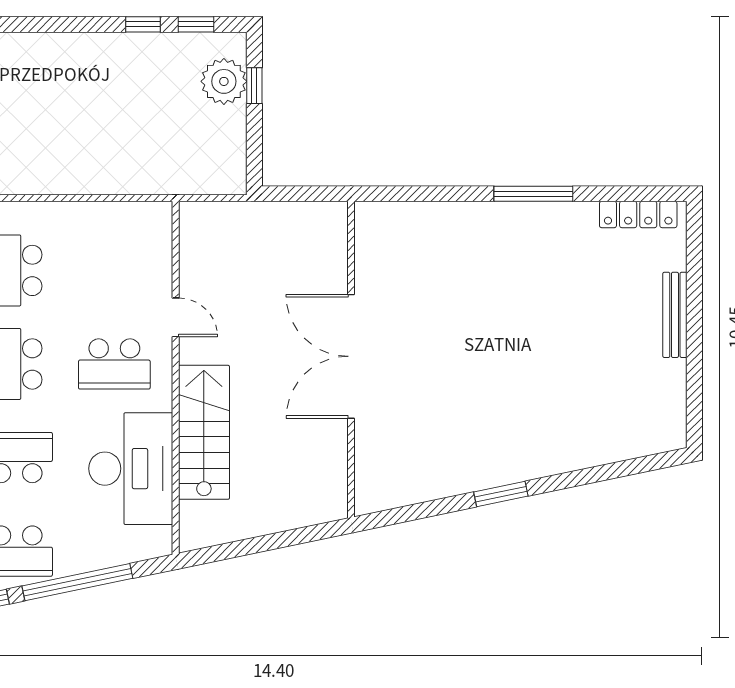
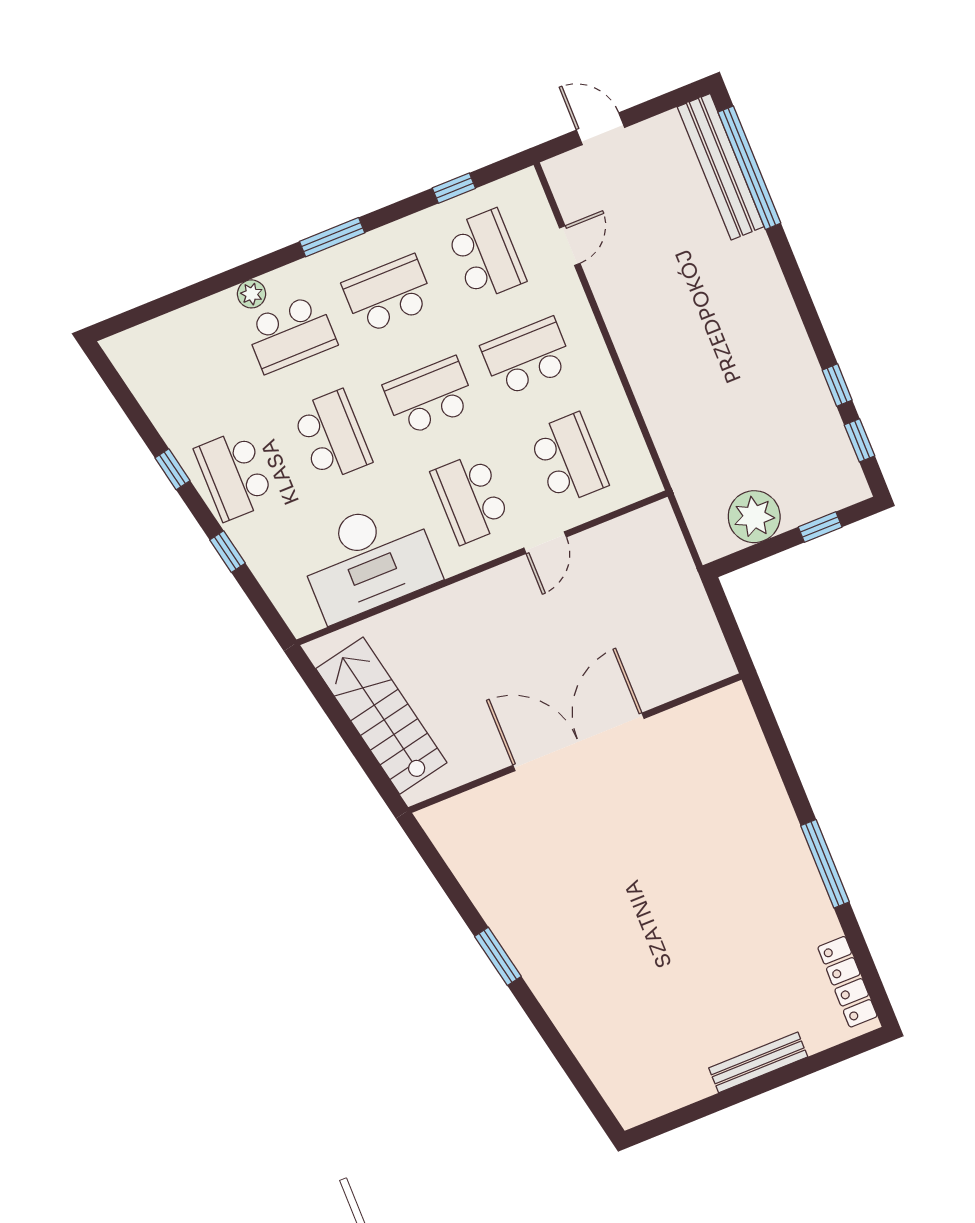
plant: (224, 81) -> (754, 517), moved
school desk: (114, 270) -> (568, 459), added
stairs: (204, 432) -> (381, 716), moved, turned -102
window: (77, 582) -> (227, 552), width x0.32

